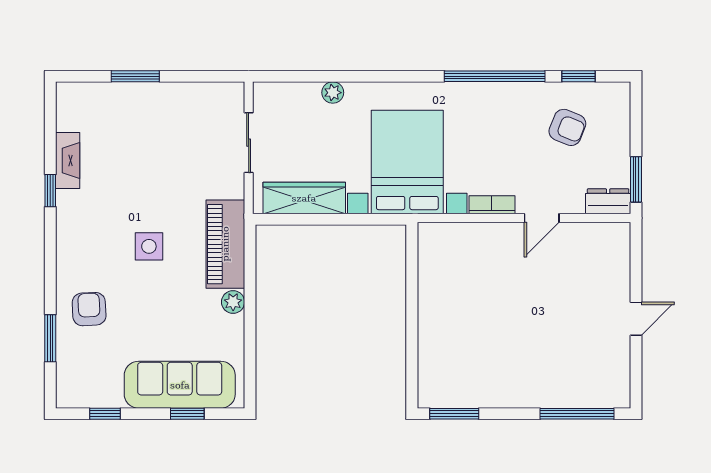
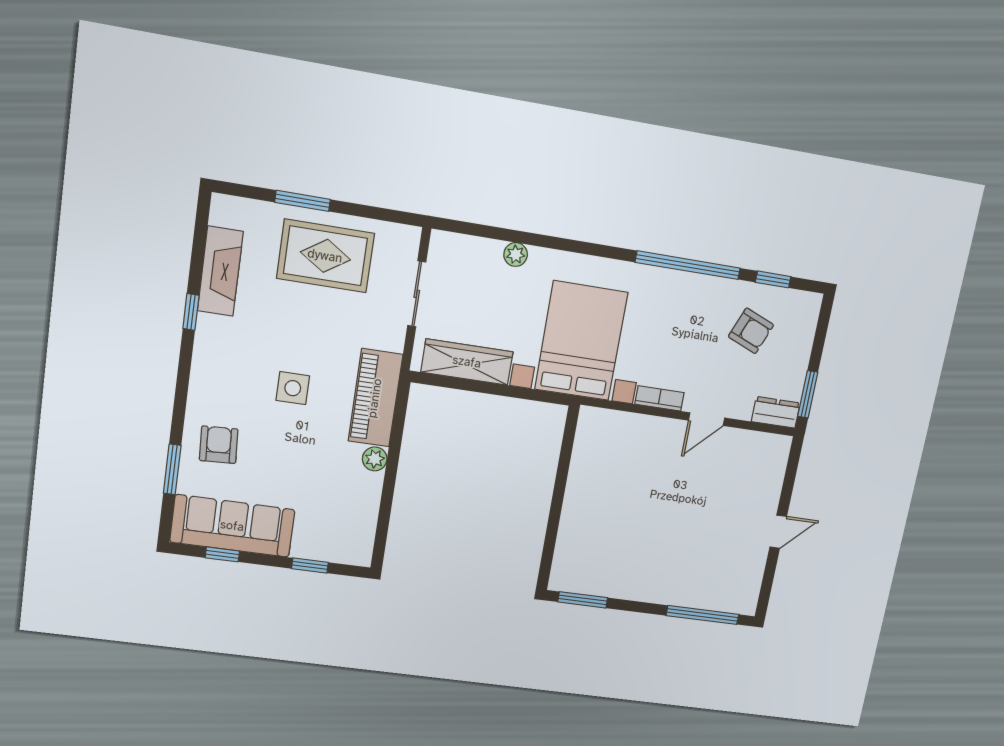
rug: (162, 122) -> (325, 256), added
fireplace: (68, 161) -> (220, 271), width x1.37, depth x1.32
sofa: (180, 385) -> (232, 526), moved

